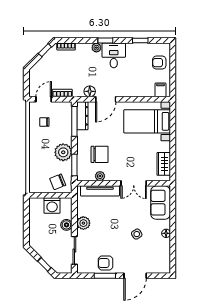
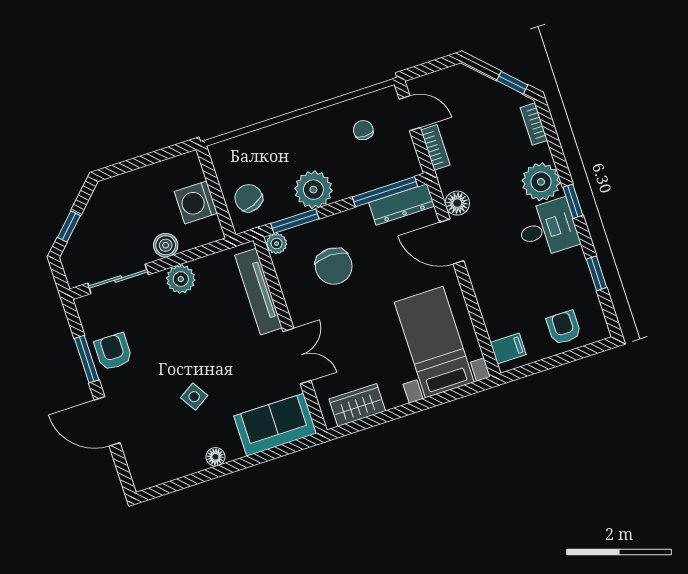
plant: (96, 48) -> (541, 182), width x1.88, depth x1.88
plant: (100, 176) -> (277, 244), moved
double door: (134, 183) -> (297, 356), swing flipped

